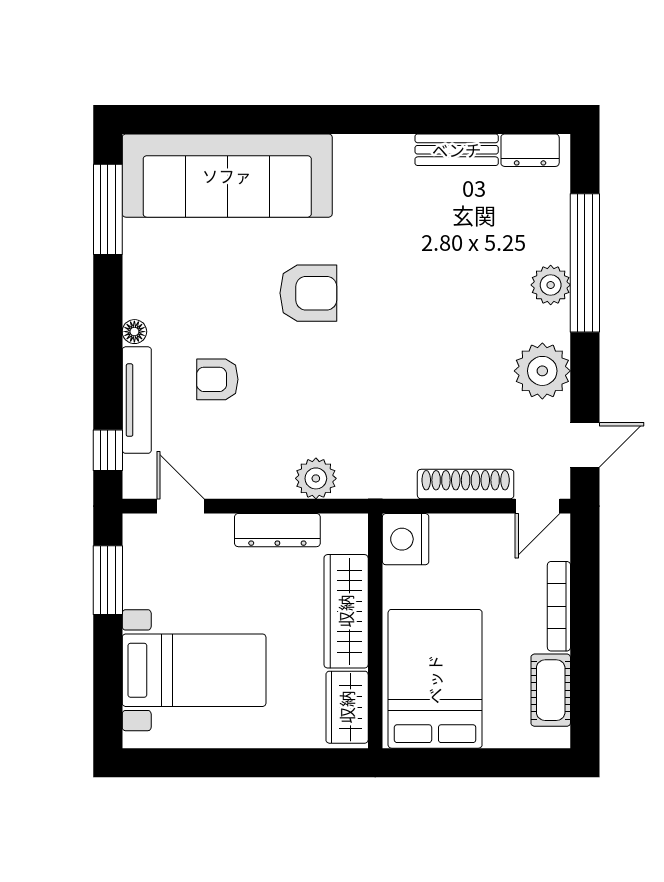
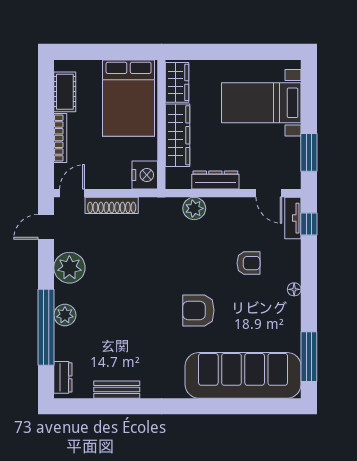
dresser: (530, 150) -> (63, 377), moved, turned 90
tv unit: (137, 400) -> (293, 218), moved, width x0.71

